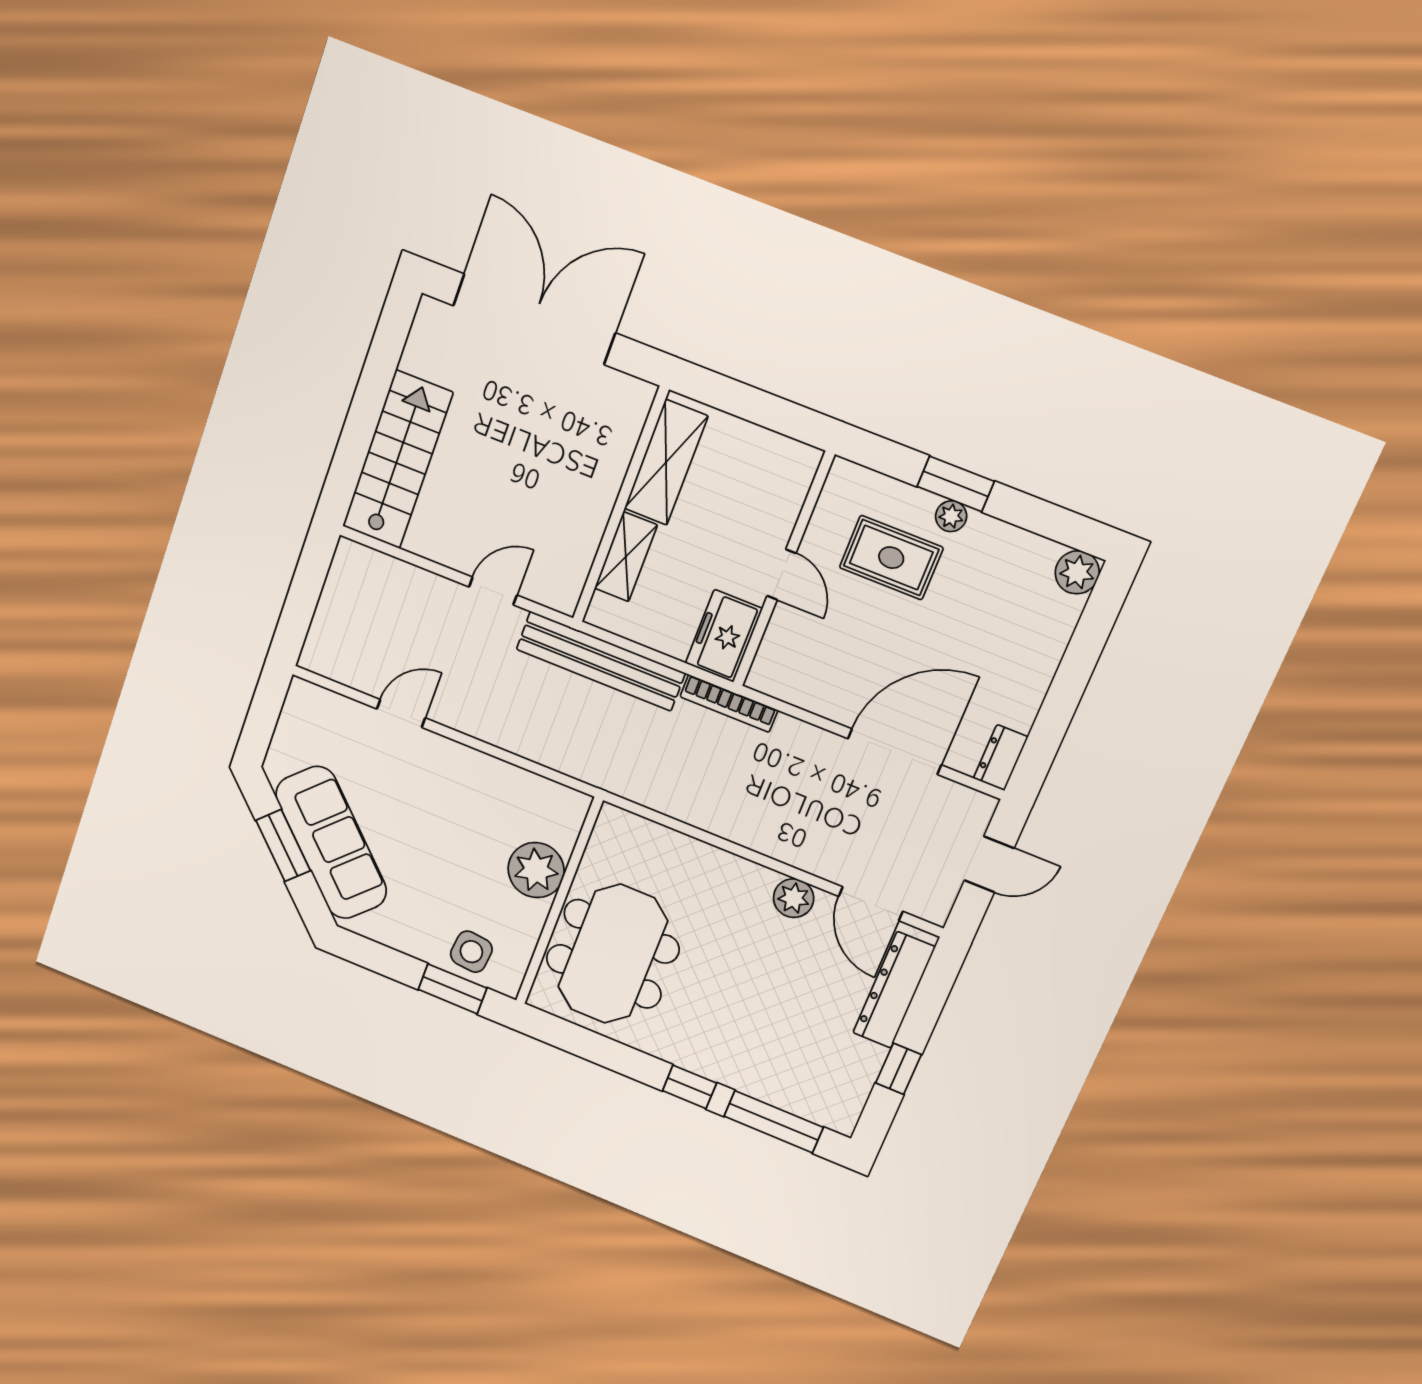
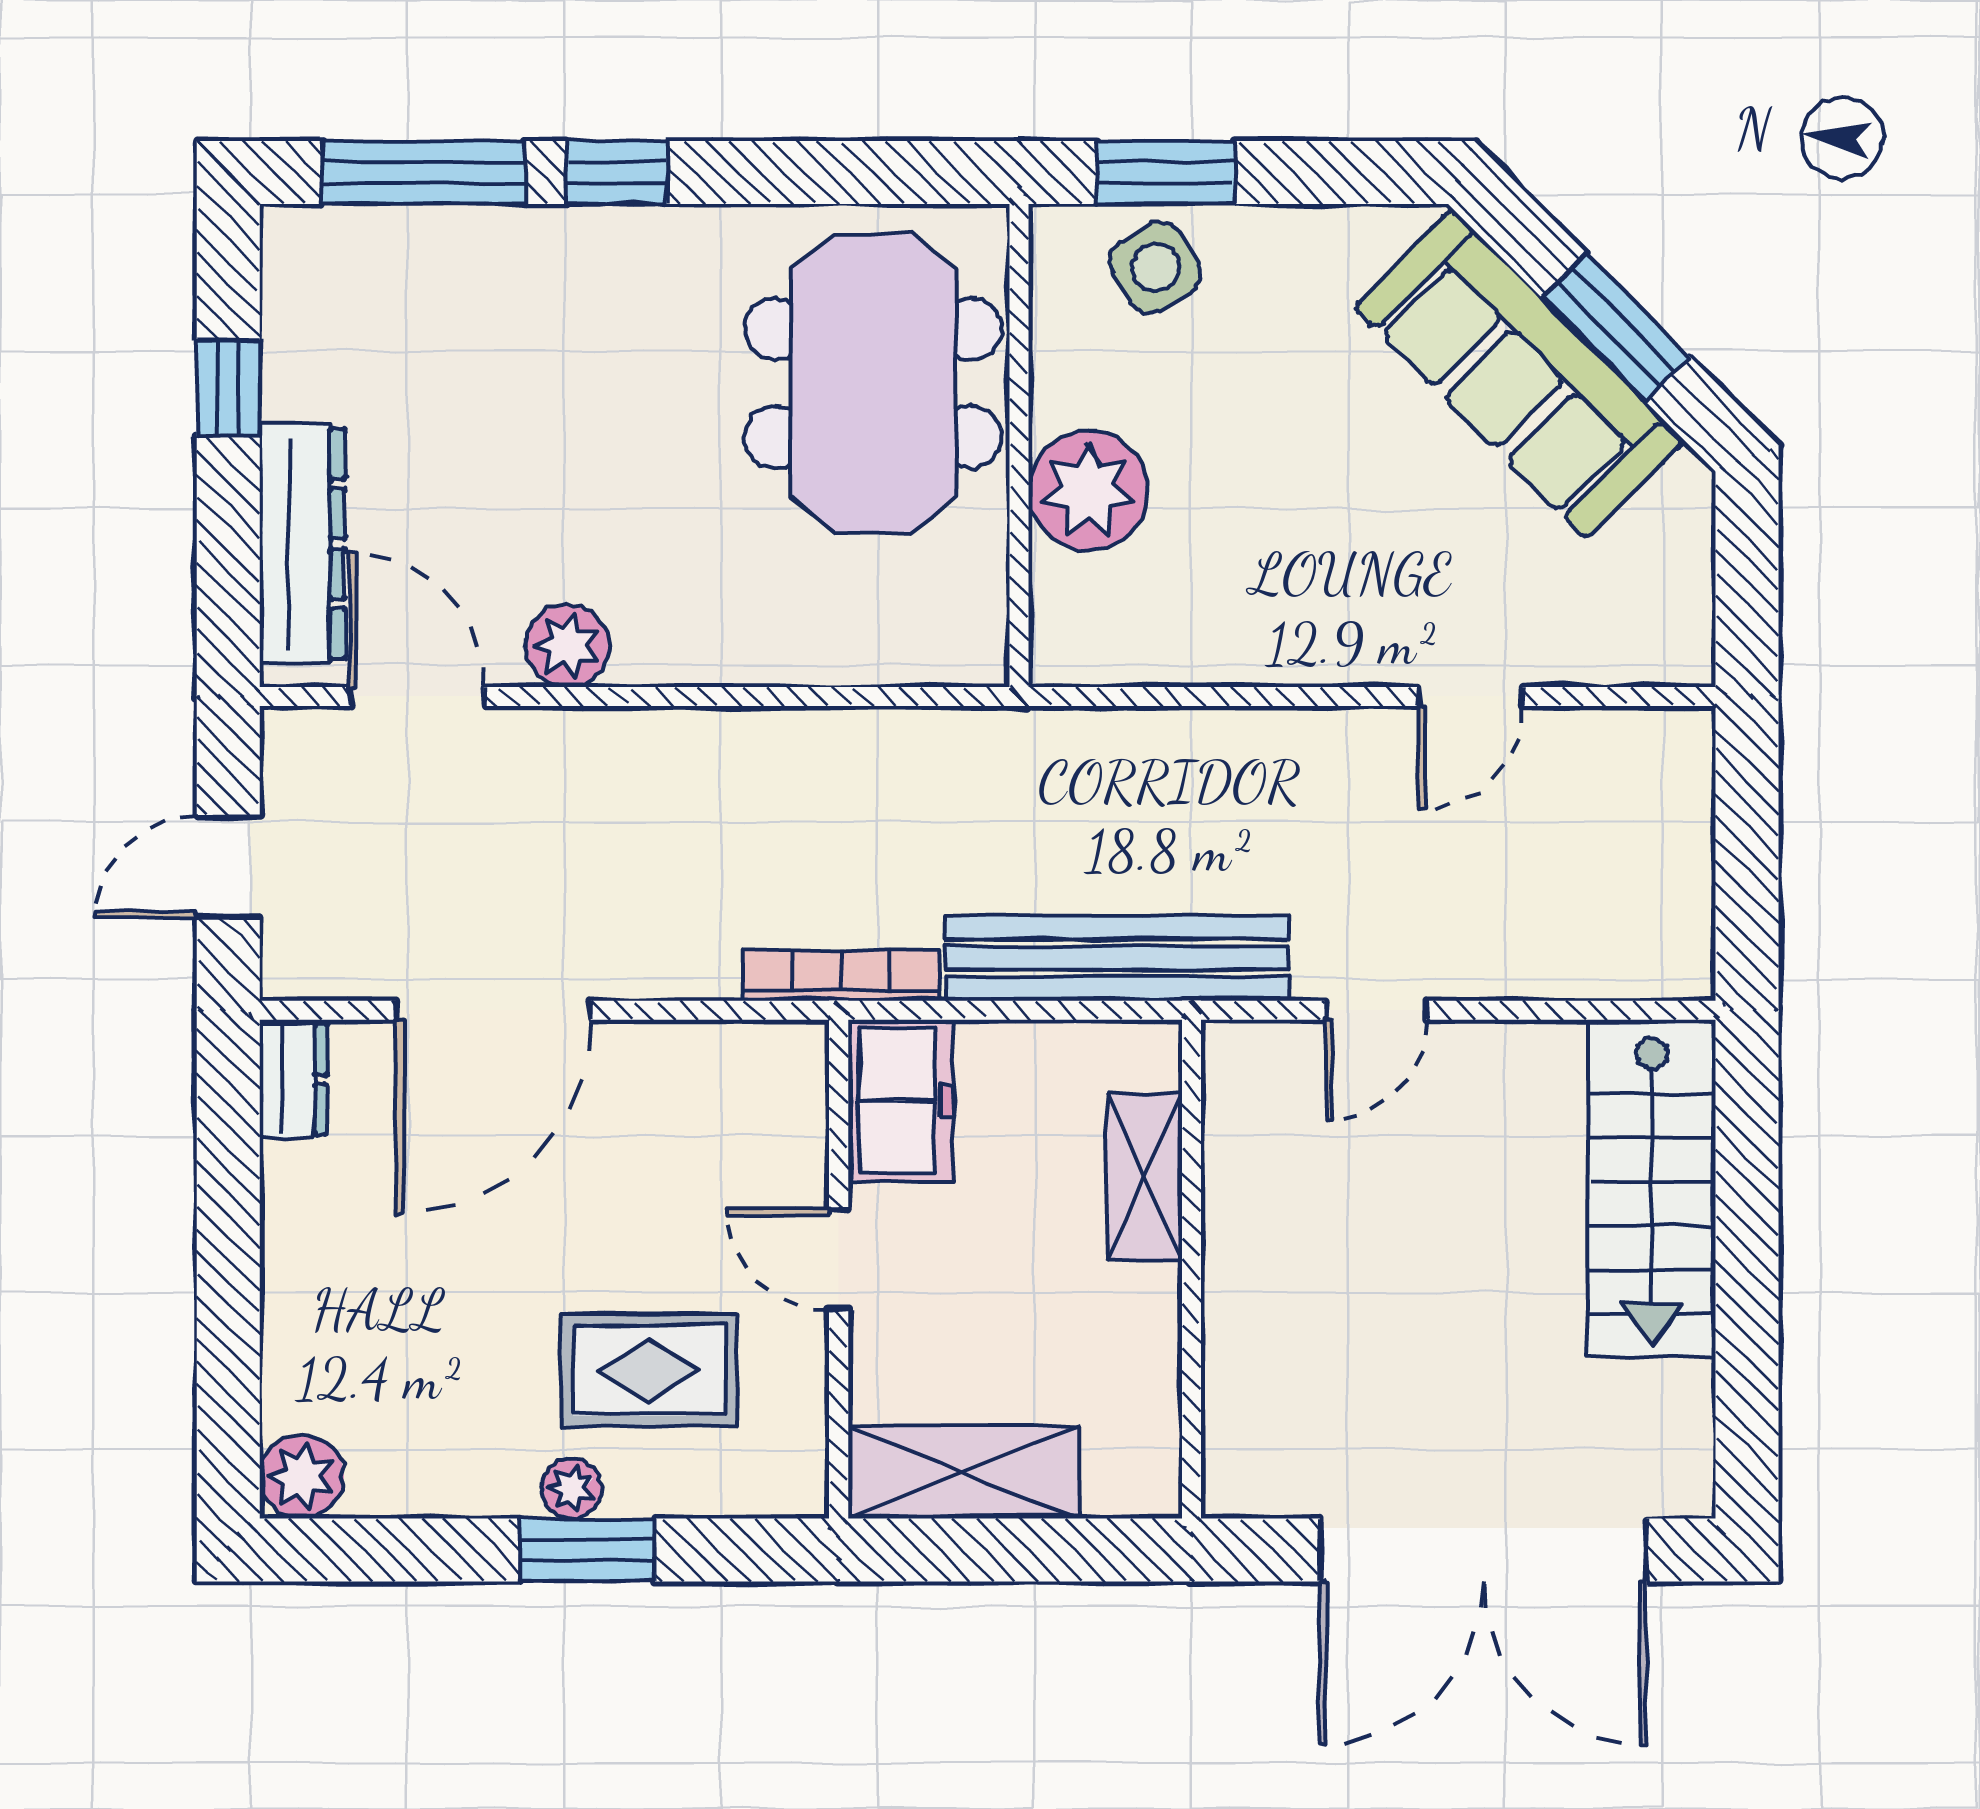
shelving: (666, 462) -> (964, 1472), moved, turned 90
side table: (471, 952) -> (1156, 267), turned -36

